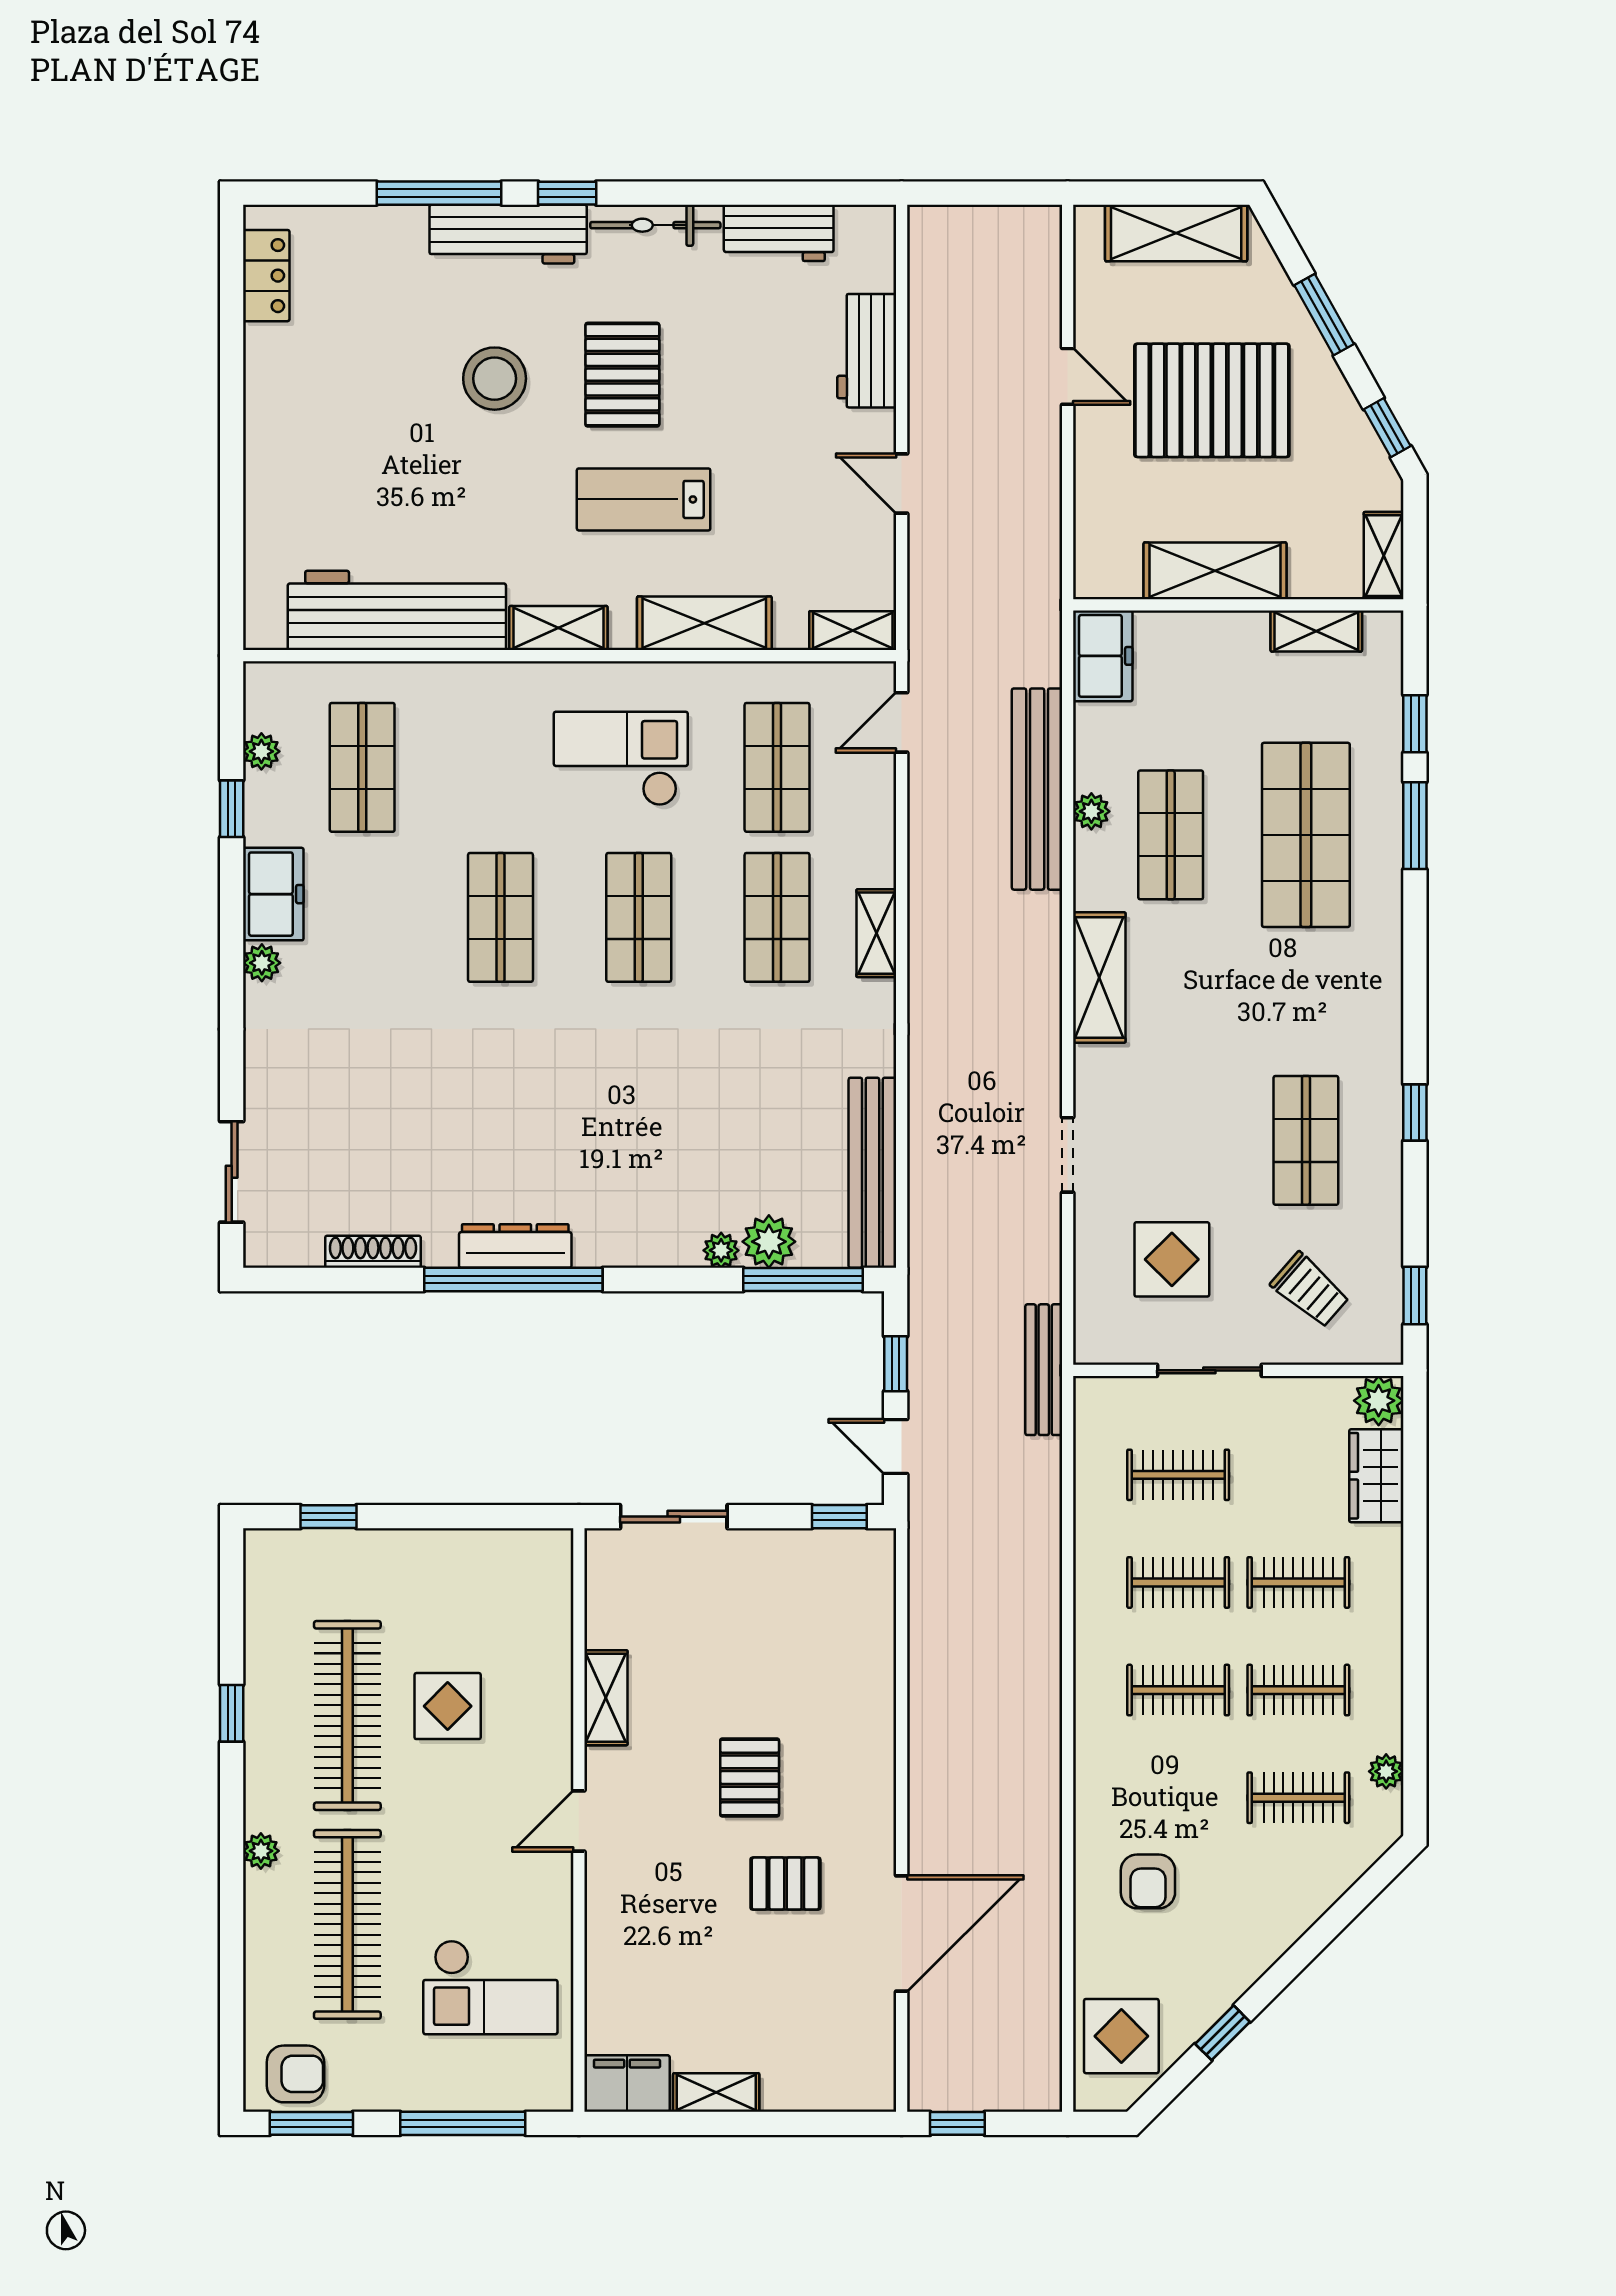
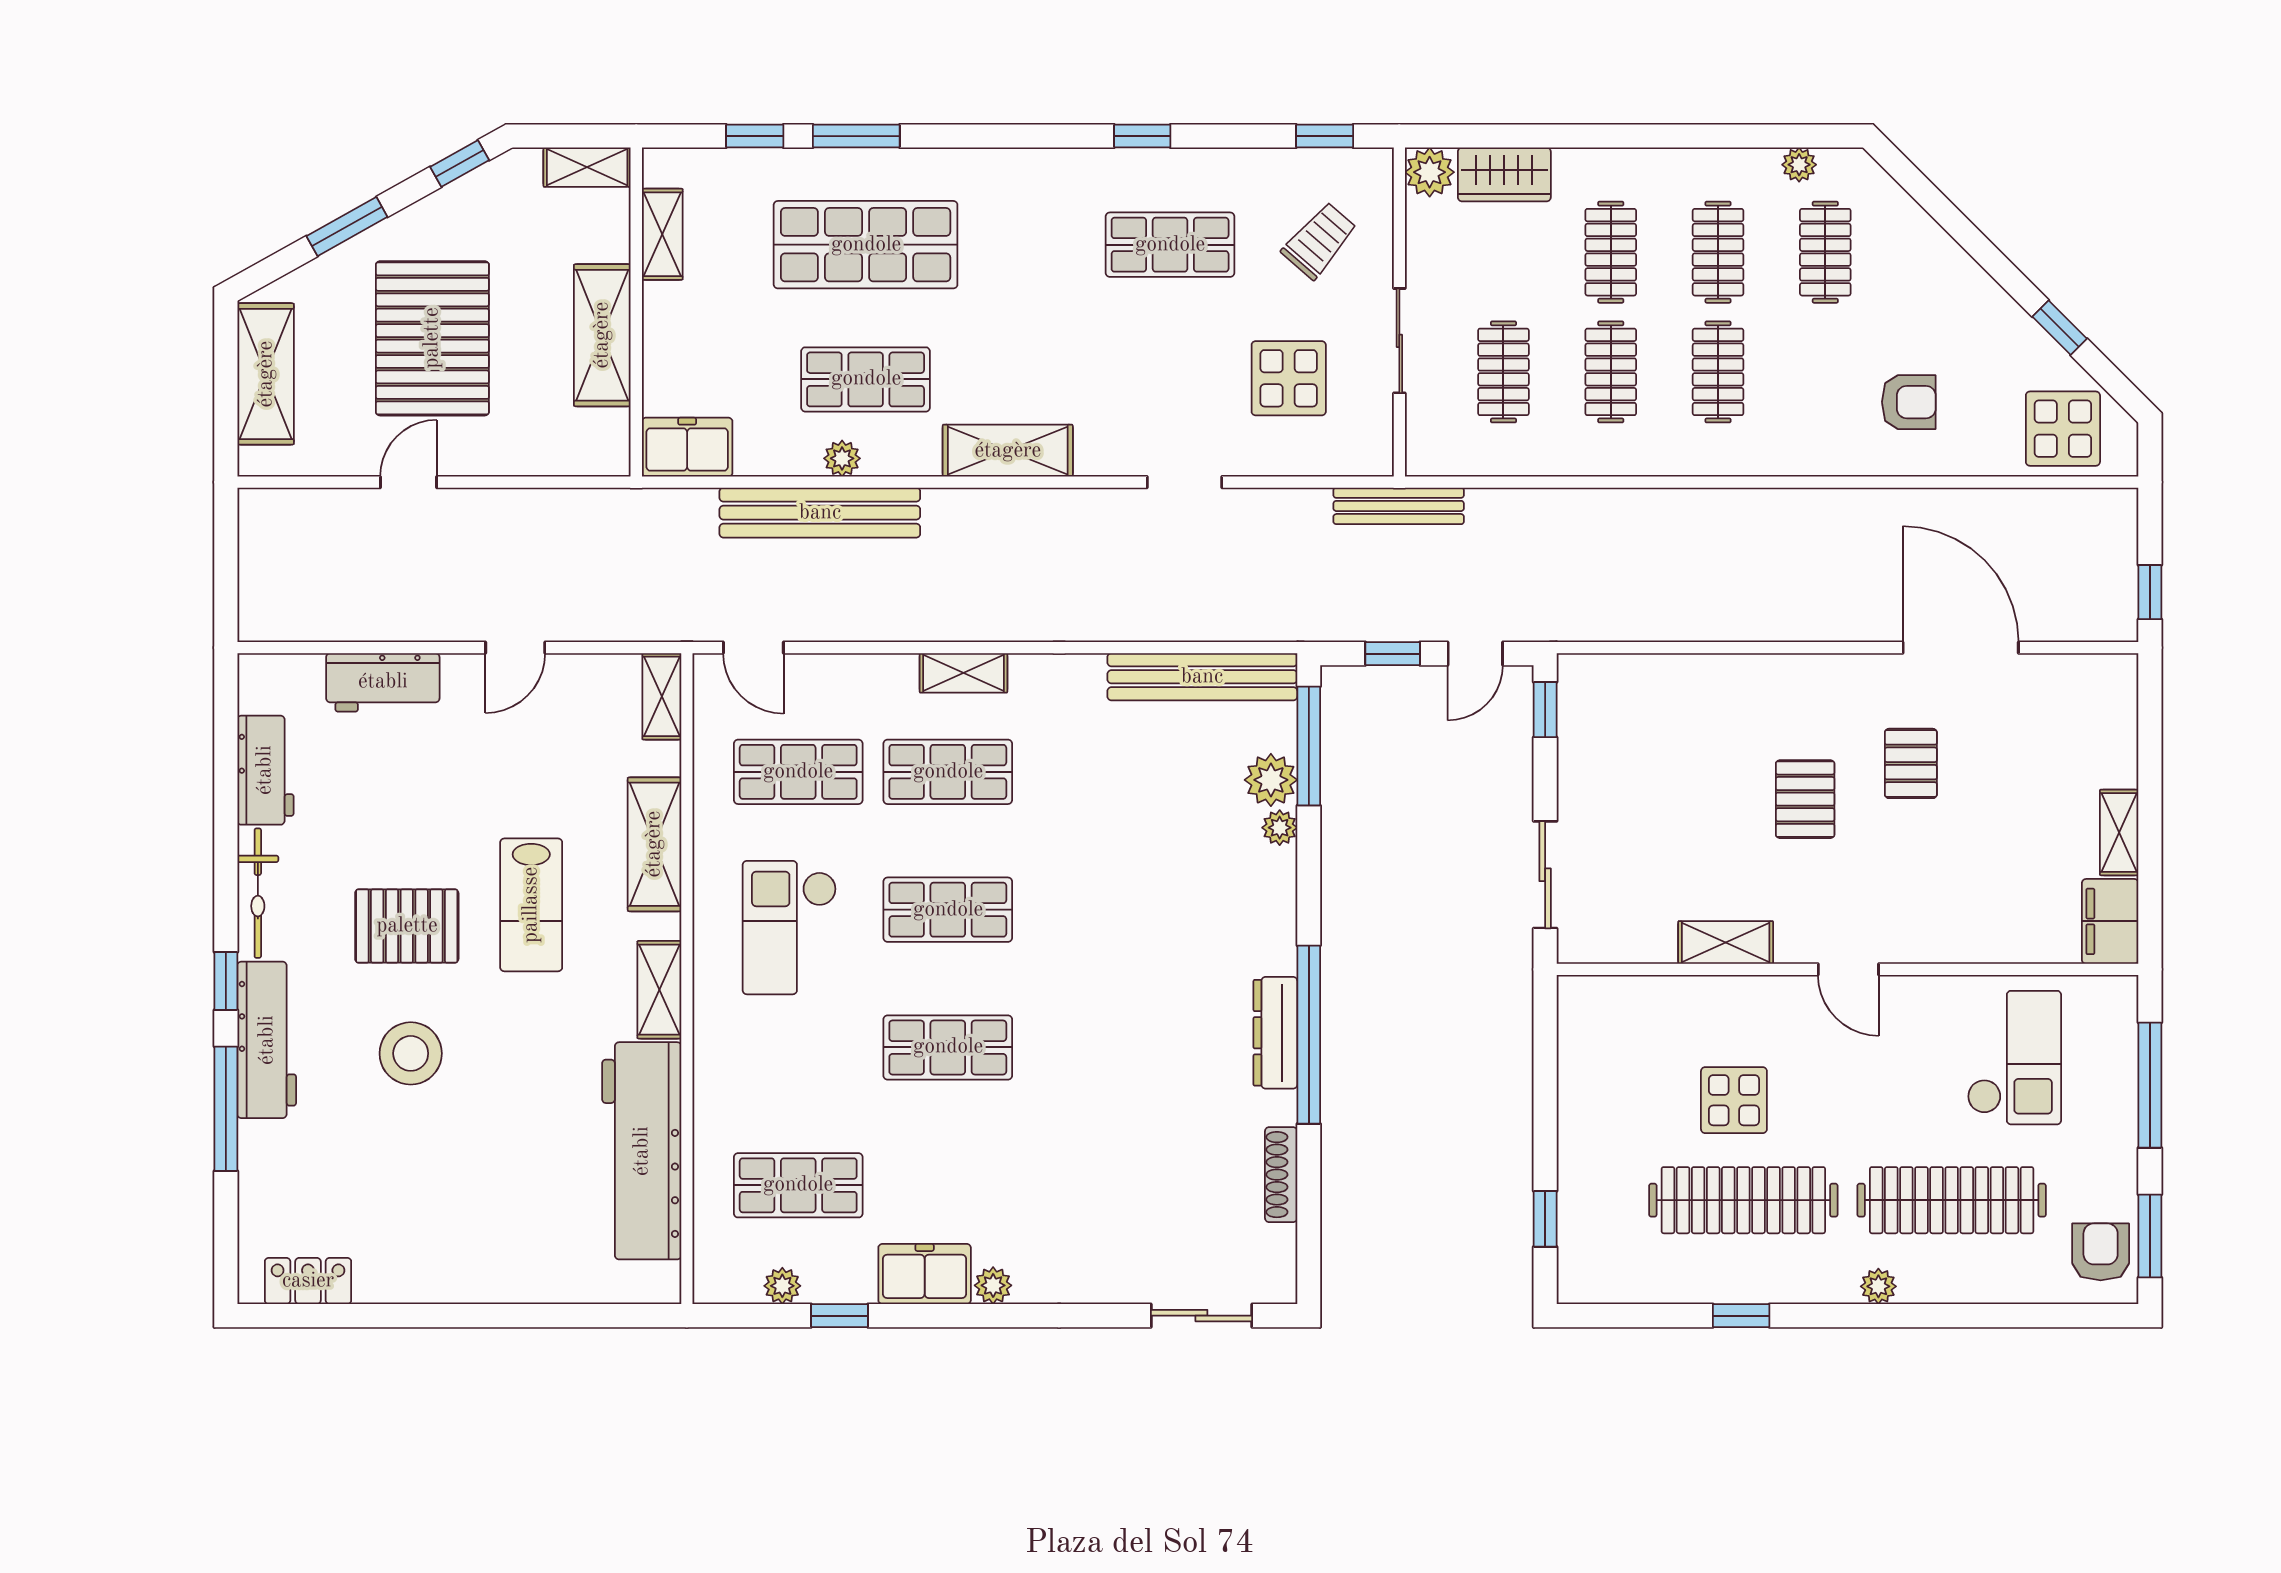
pallet: (750, 1777) -> (1805, 799), turned 90

